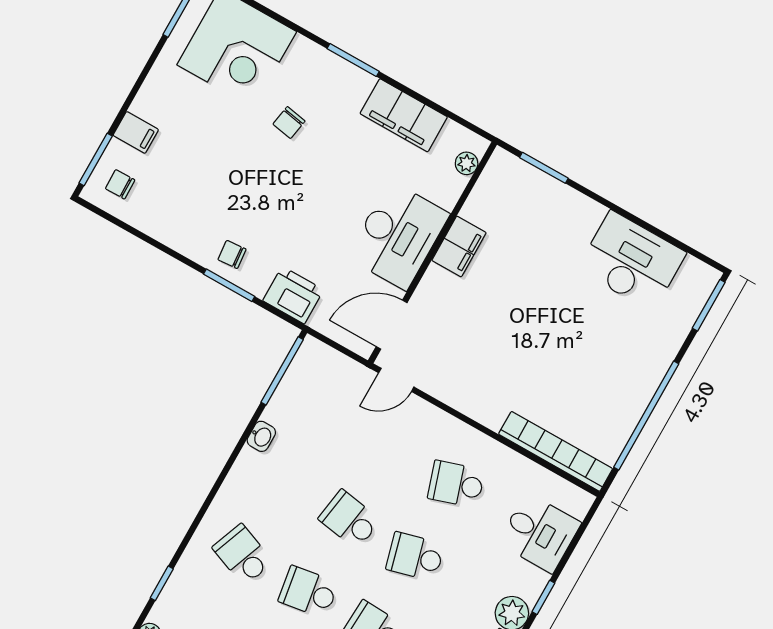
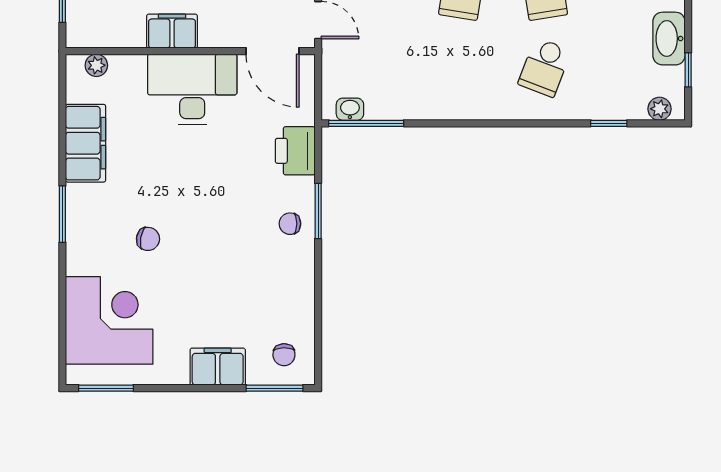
filing cabinet: (136, 132) -> (218, 367), width x2.00
chair: (232, 254) -> (290, 224), turned 95
washbasin: (261, 436) -> (350, 109), moved

